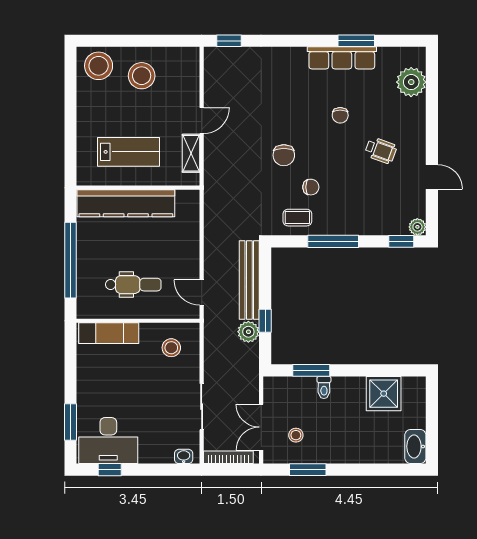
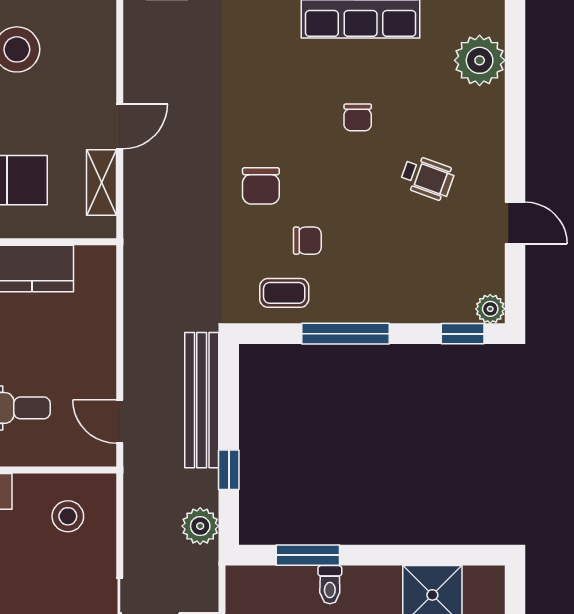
plant: (248, 332) -> (200, 526), moved

